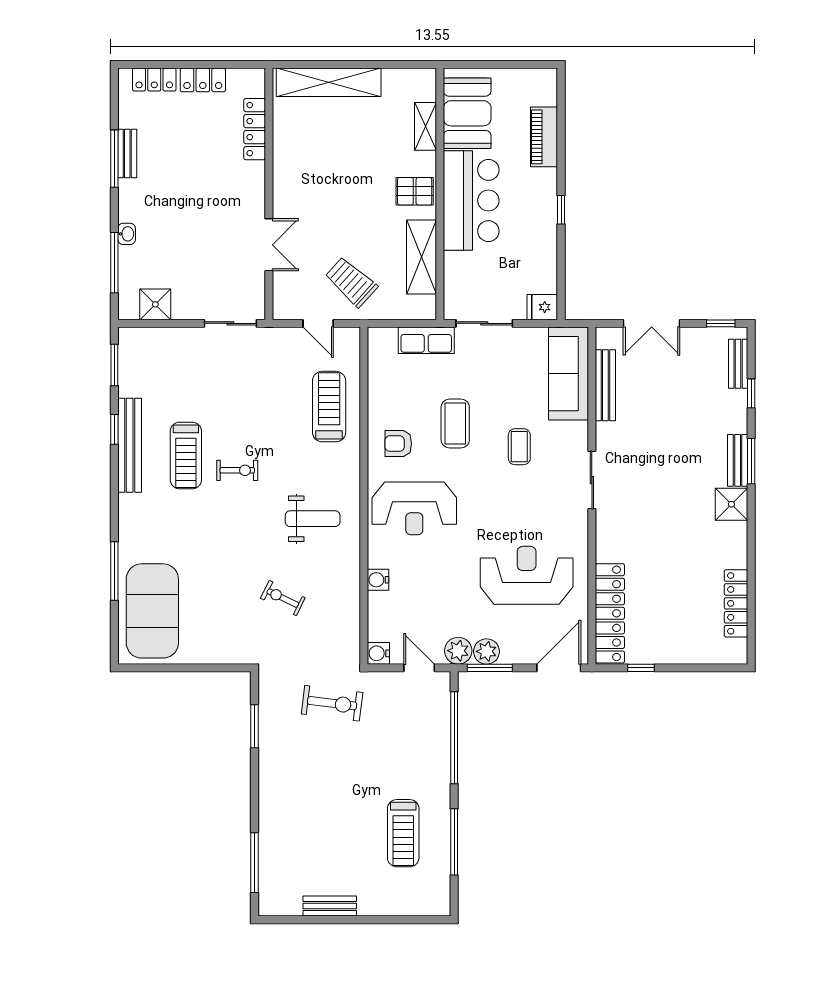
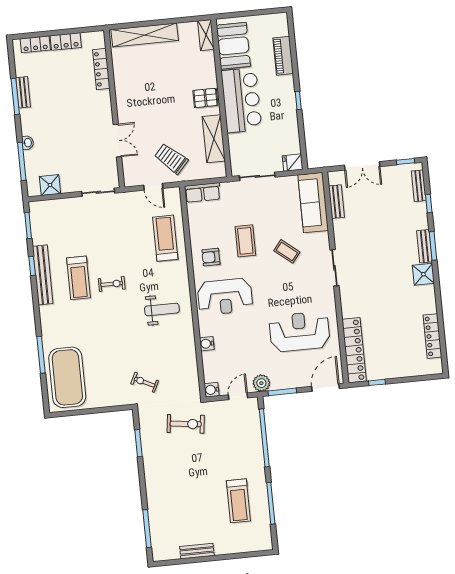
shelving: (425, 126) -> (206, 35), moved
row of seats: (426, 340) -> (203, 193), moved
bench: (605, 385) -> (336, 202), width x0.73
coffee table: (519, 447) -> (287, 251), turned -51
exercise bike: (283, 598) -> (145, 382), moved
plant: (486, 651) -> (279, 382), removed
door: (419, 668) -> (238, 396), hinge flipped

